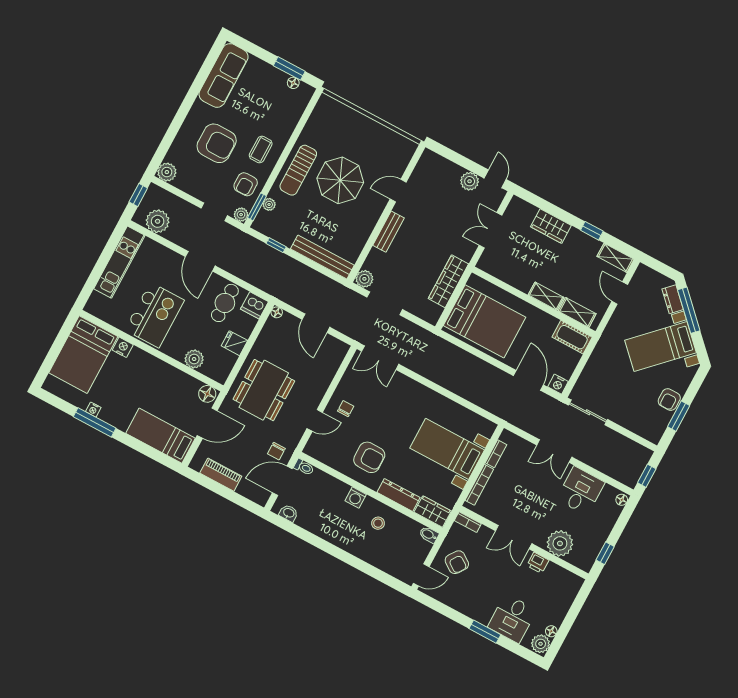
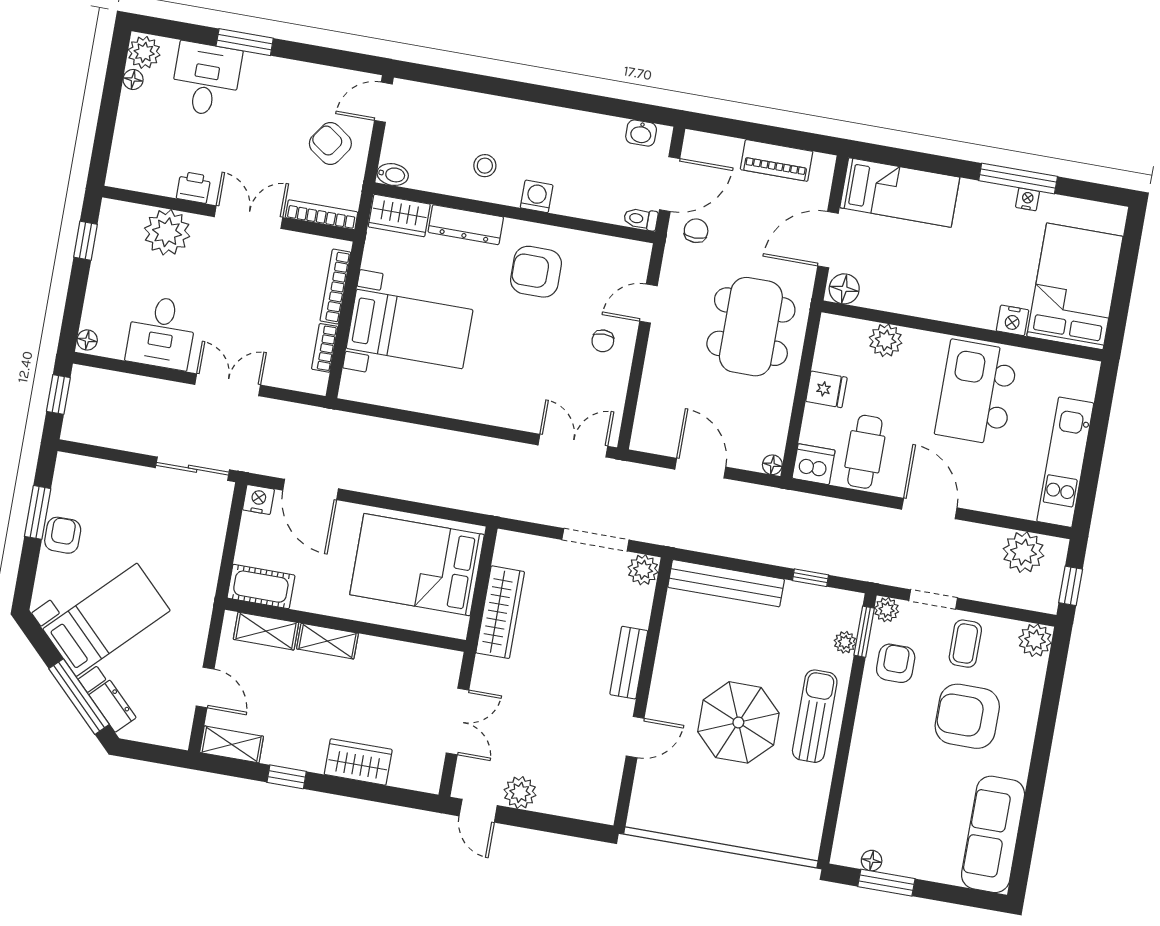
coffee table: (261, 149) -> (965, 644), moved
bookcase: (468, 522) -> (322, 215), width x1.56

